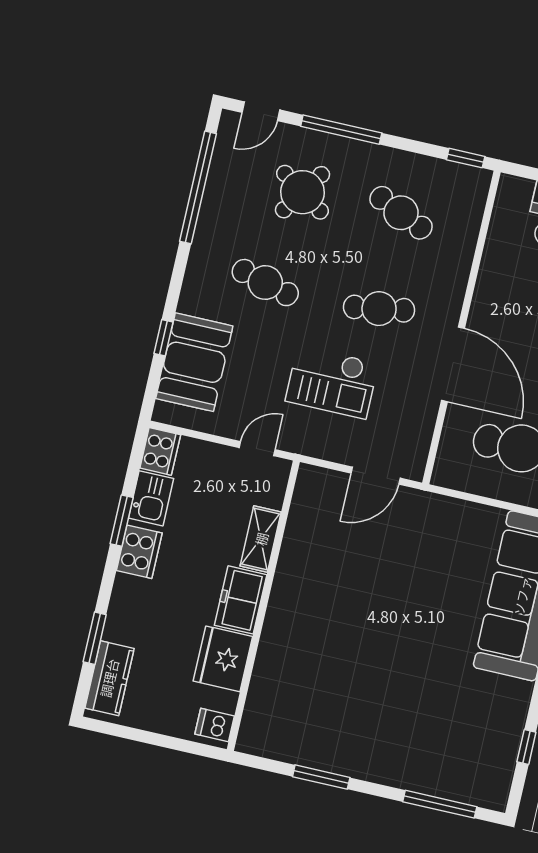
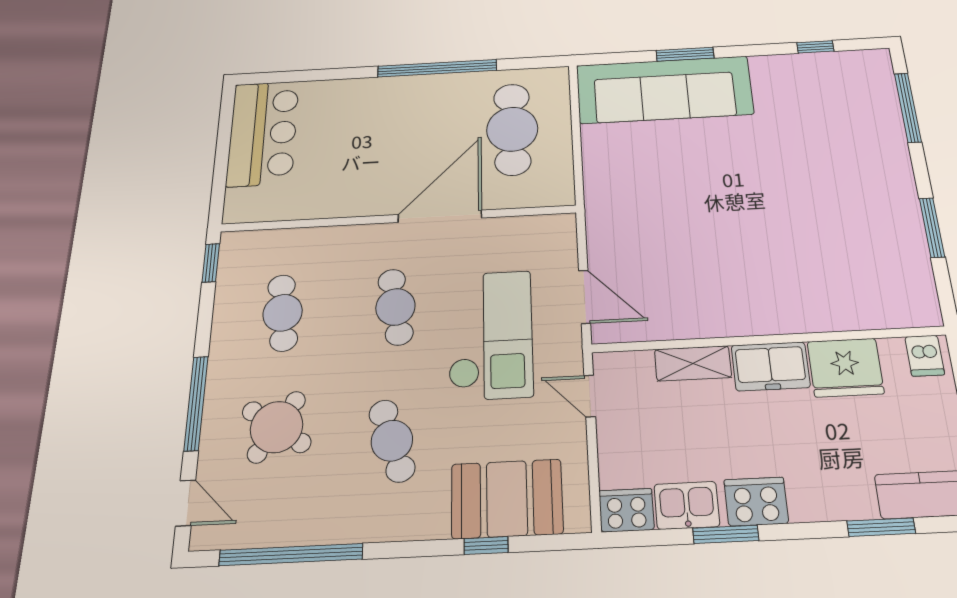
cafe table: (401, 213) -> (283, 313), turned -30
cafe table: (265, 283) -> (392, 441), turned -33
checkout: (332, 382) -> (490, 335), width x1.36, depth x1.21
door: (376, 476) -> (585, 297), moved

